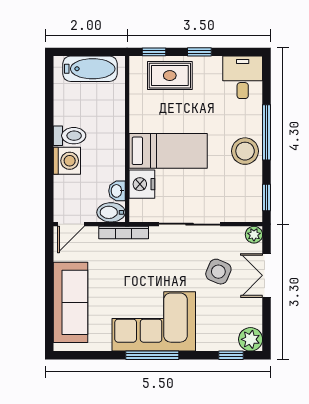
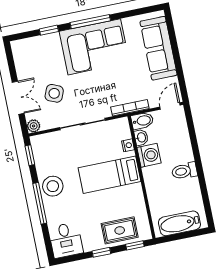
washing machine: (67, 161) -> (149, 155), moved, turned 180
nightstand: (142, 184) -> (128, 145), width x0.53, depth x0.56
plant: (251, 339) -> (20, 48), removed
window: (231, 355) -> (49, 30), moved

